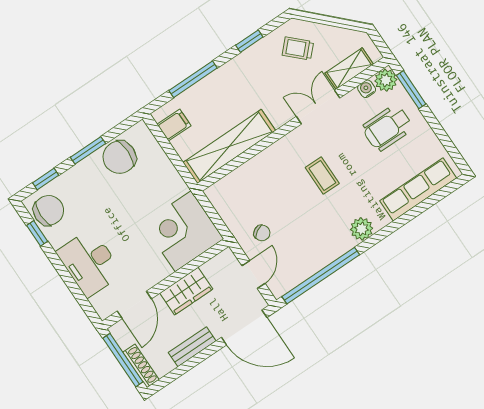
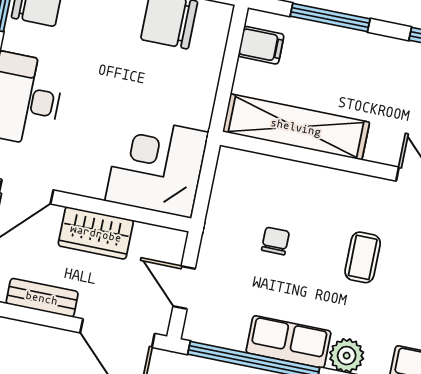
chair: (262, 233) -> (275, 241), moved, turned -150
row of seats: (328, 250) -> (288, 342), added
door: (253, 274) -> (184, 288), swing flipped

